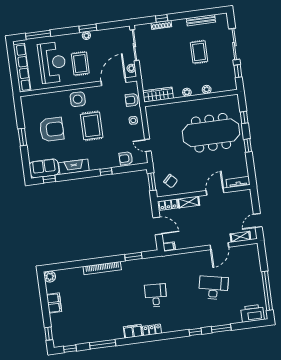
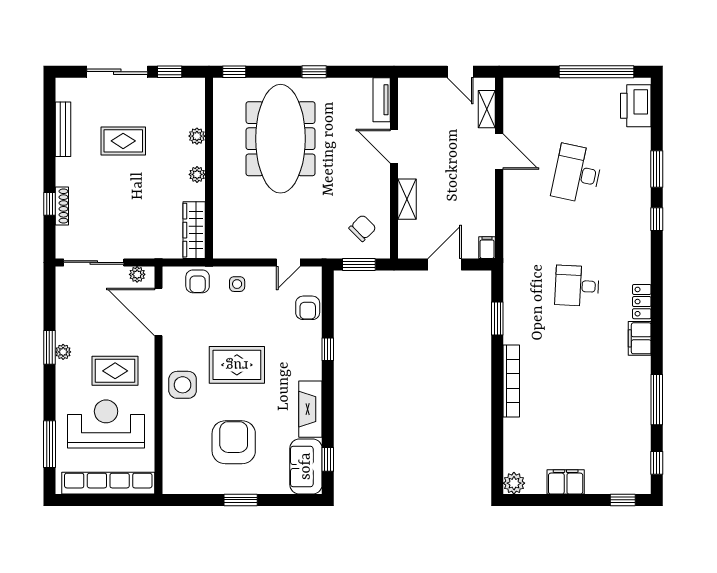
window: (244, 117) -> (234, 72), moved
locker: (168, 205) -> (407, 239), removed

